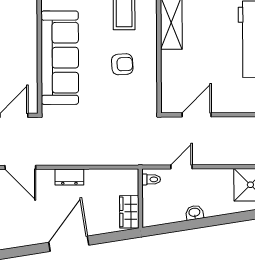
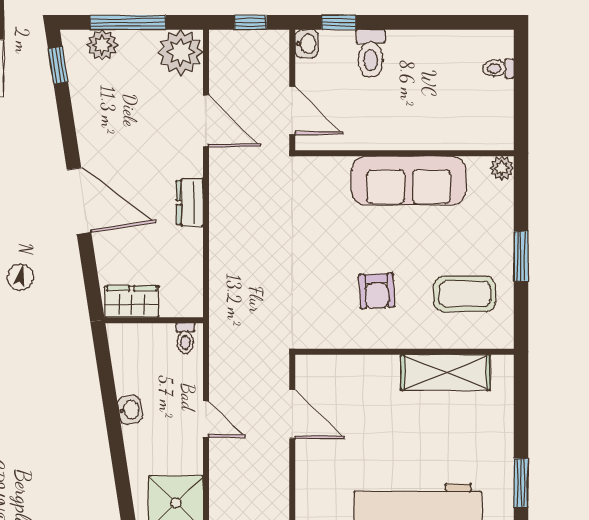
sofa: (60, 58) -> (409, 180), width x0.74, depth x0.79
door: (20, 167) -> (206, 121), swing flipped
door: (182, 167) -> (206, 419), moved

